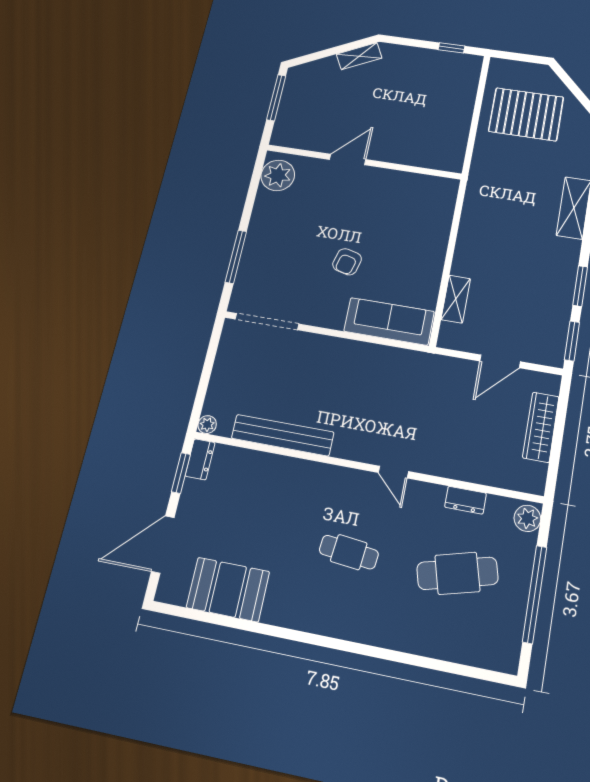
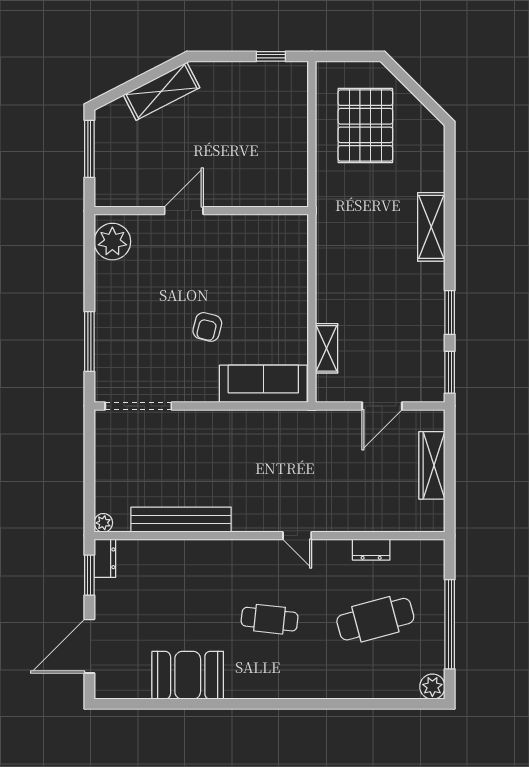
shelving: (359, 56) -> (161, 91), width x1.50, depth x1.33
pallet: (526, 114) -> (365, 126), turned 90
plant: (527, 518) -> (432, 687), moved
booth: (228, 589) -> (188, 675), moved

